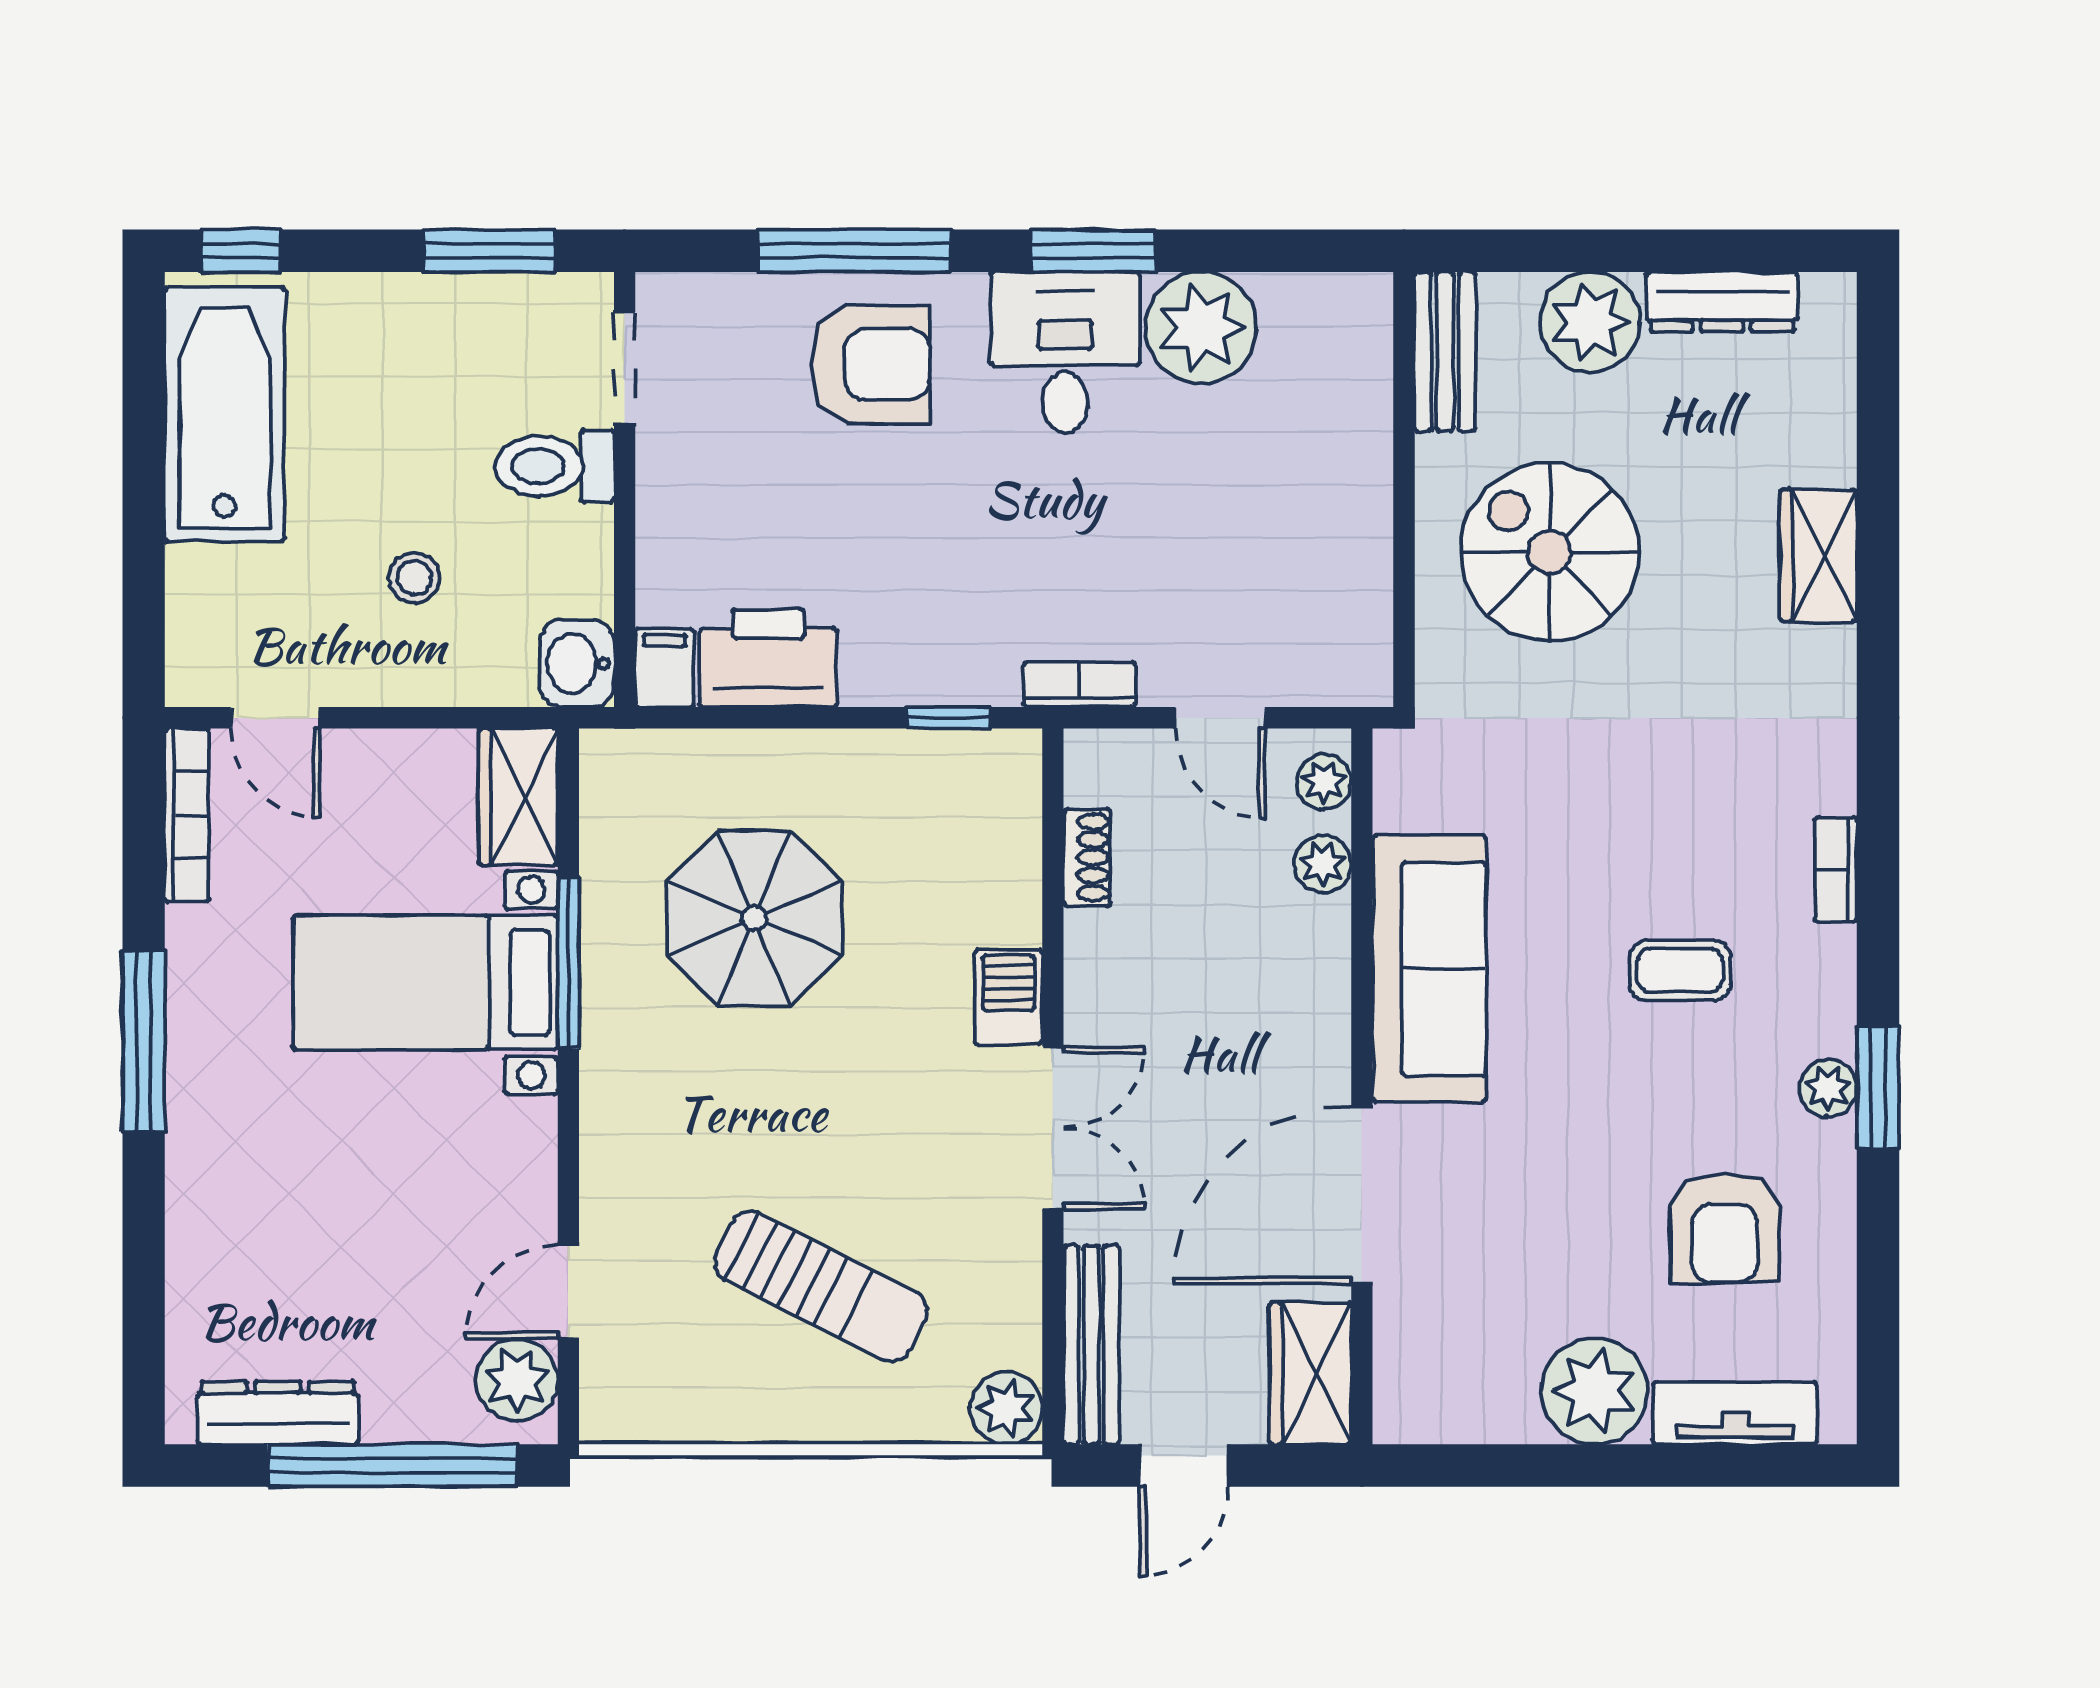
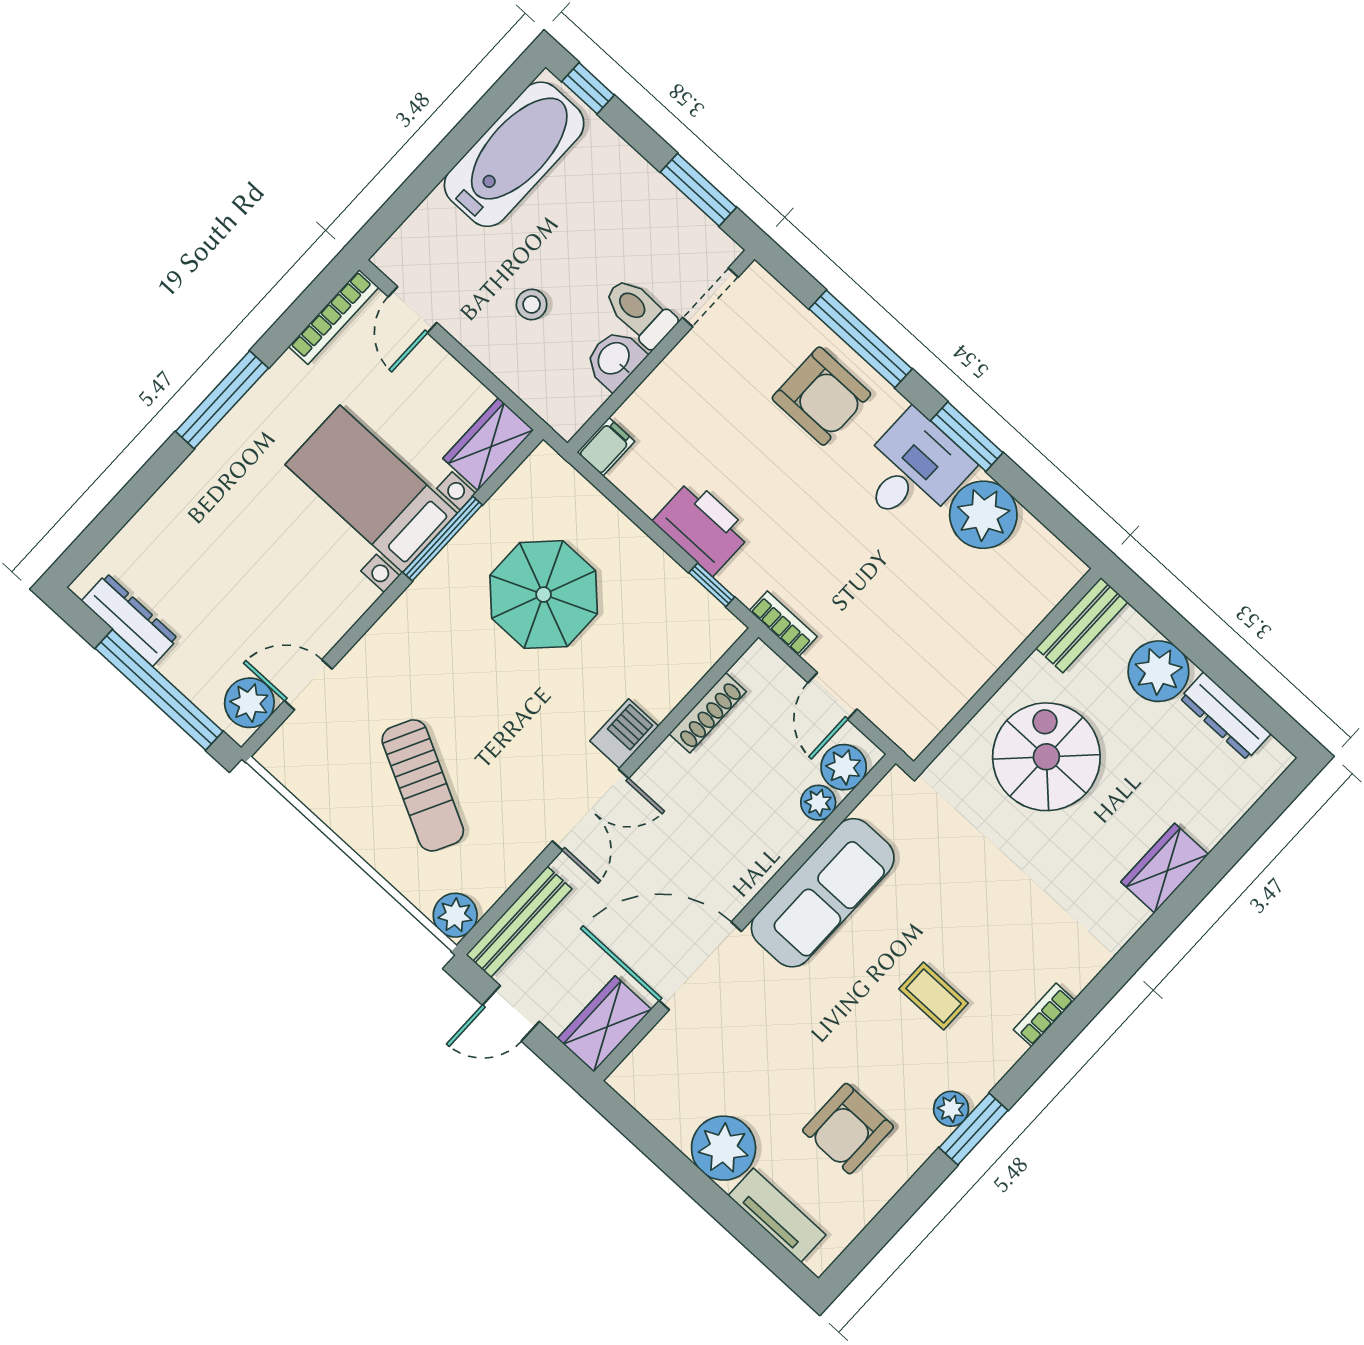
printer: (768, 658) -> (702, 527), moved
washbasin: (577, 663) -> (615, 359), moved
plant: (1324, 782) -> (844, 767), width x1.38, depth x1.38
shoe rack: (1087, 857) -> (708, 713), width x1.43

